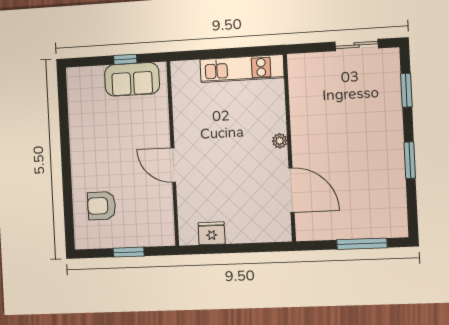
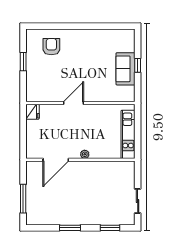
wall: (173, 154) -> (80, 103), moved
door: (173, 165) -> (74, 103), moved

